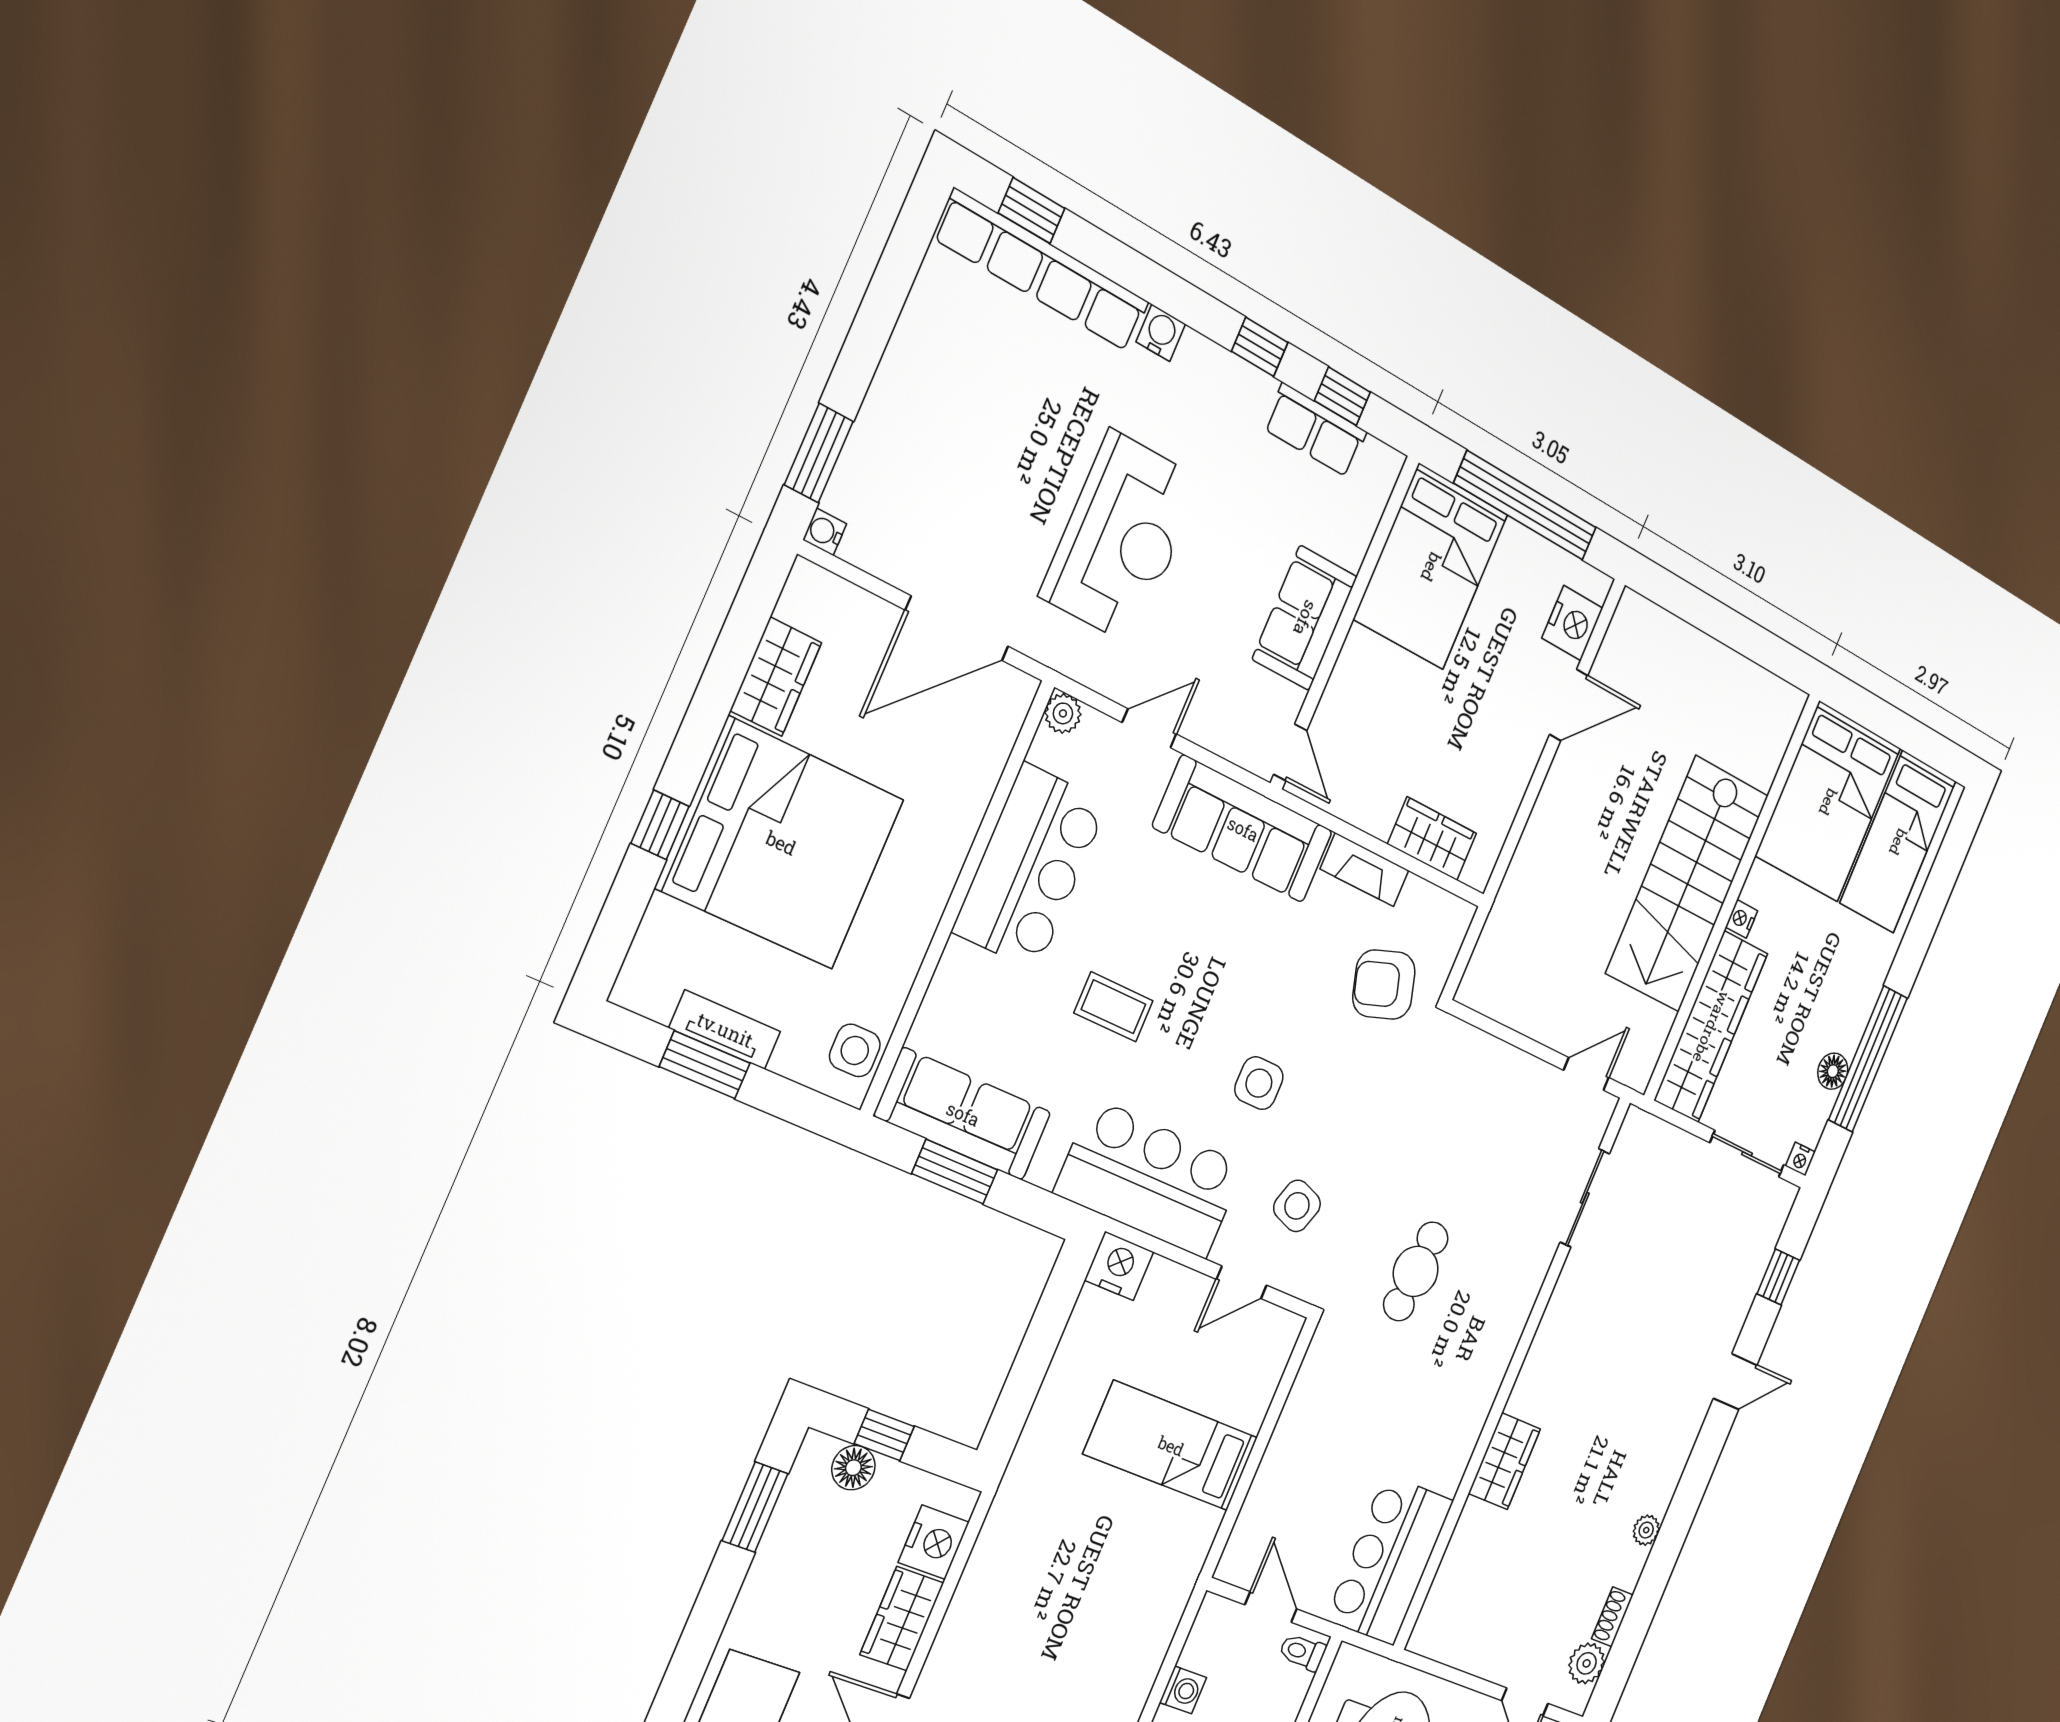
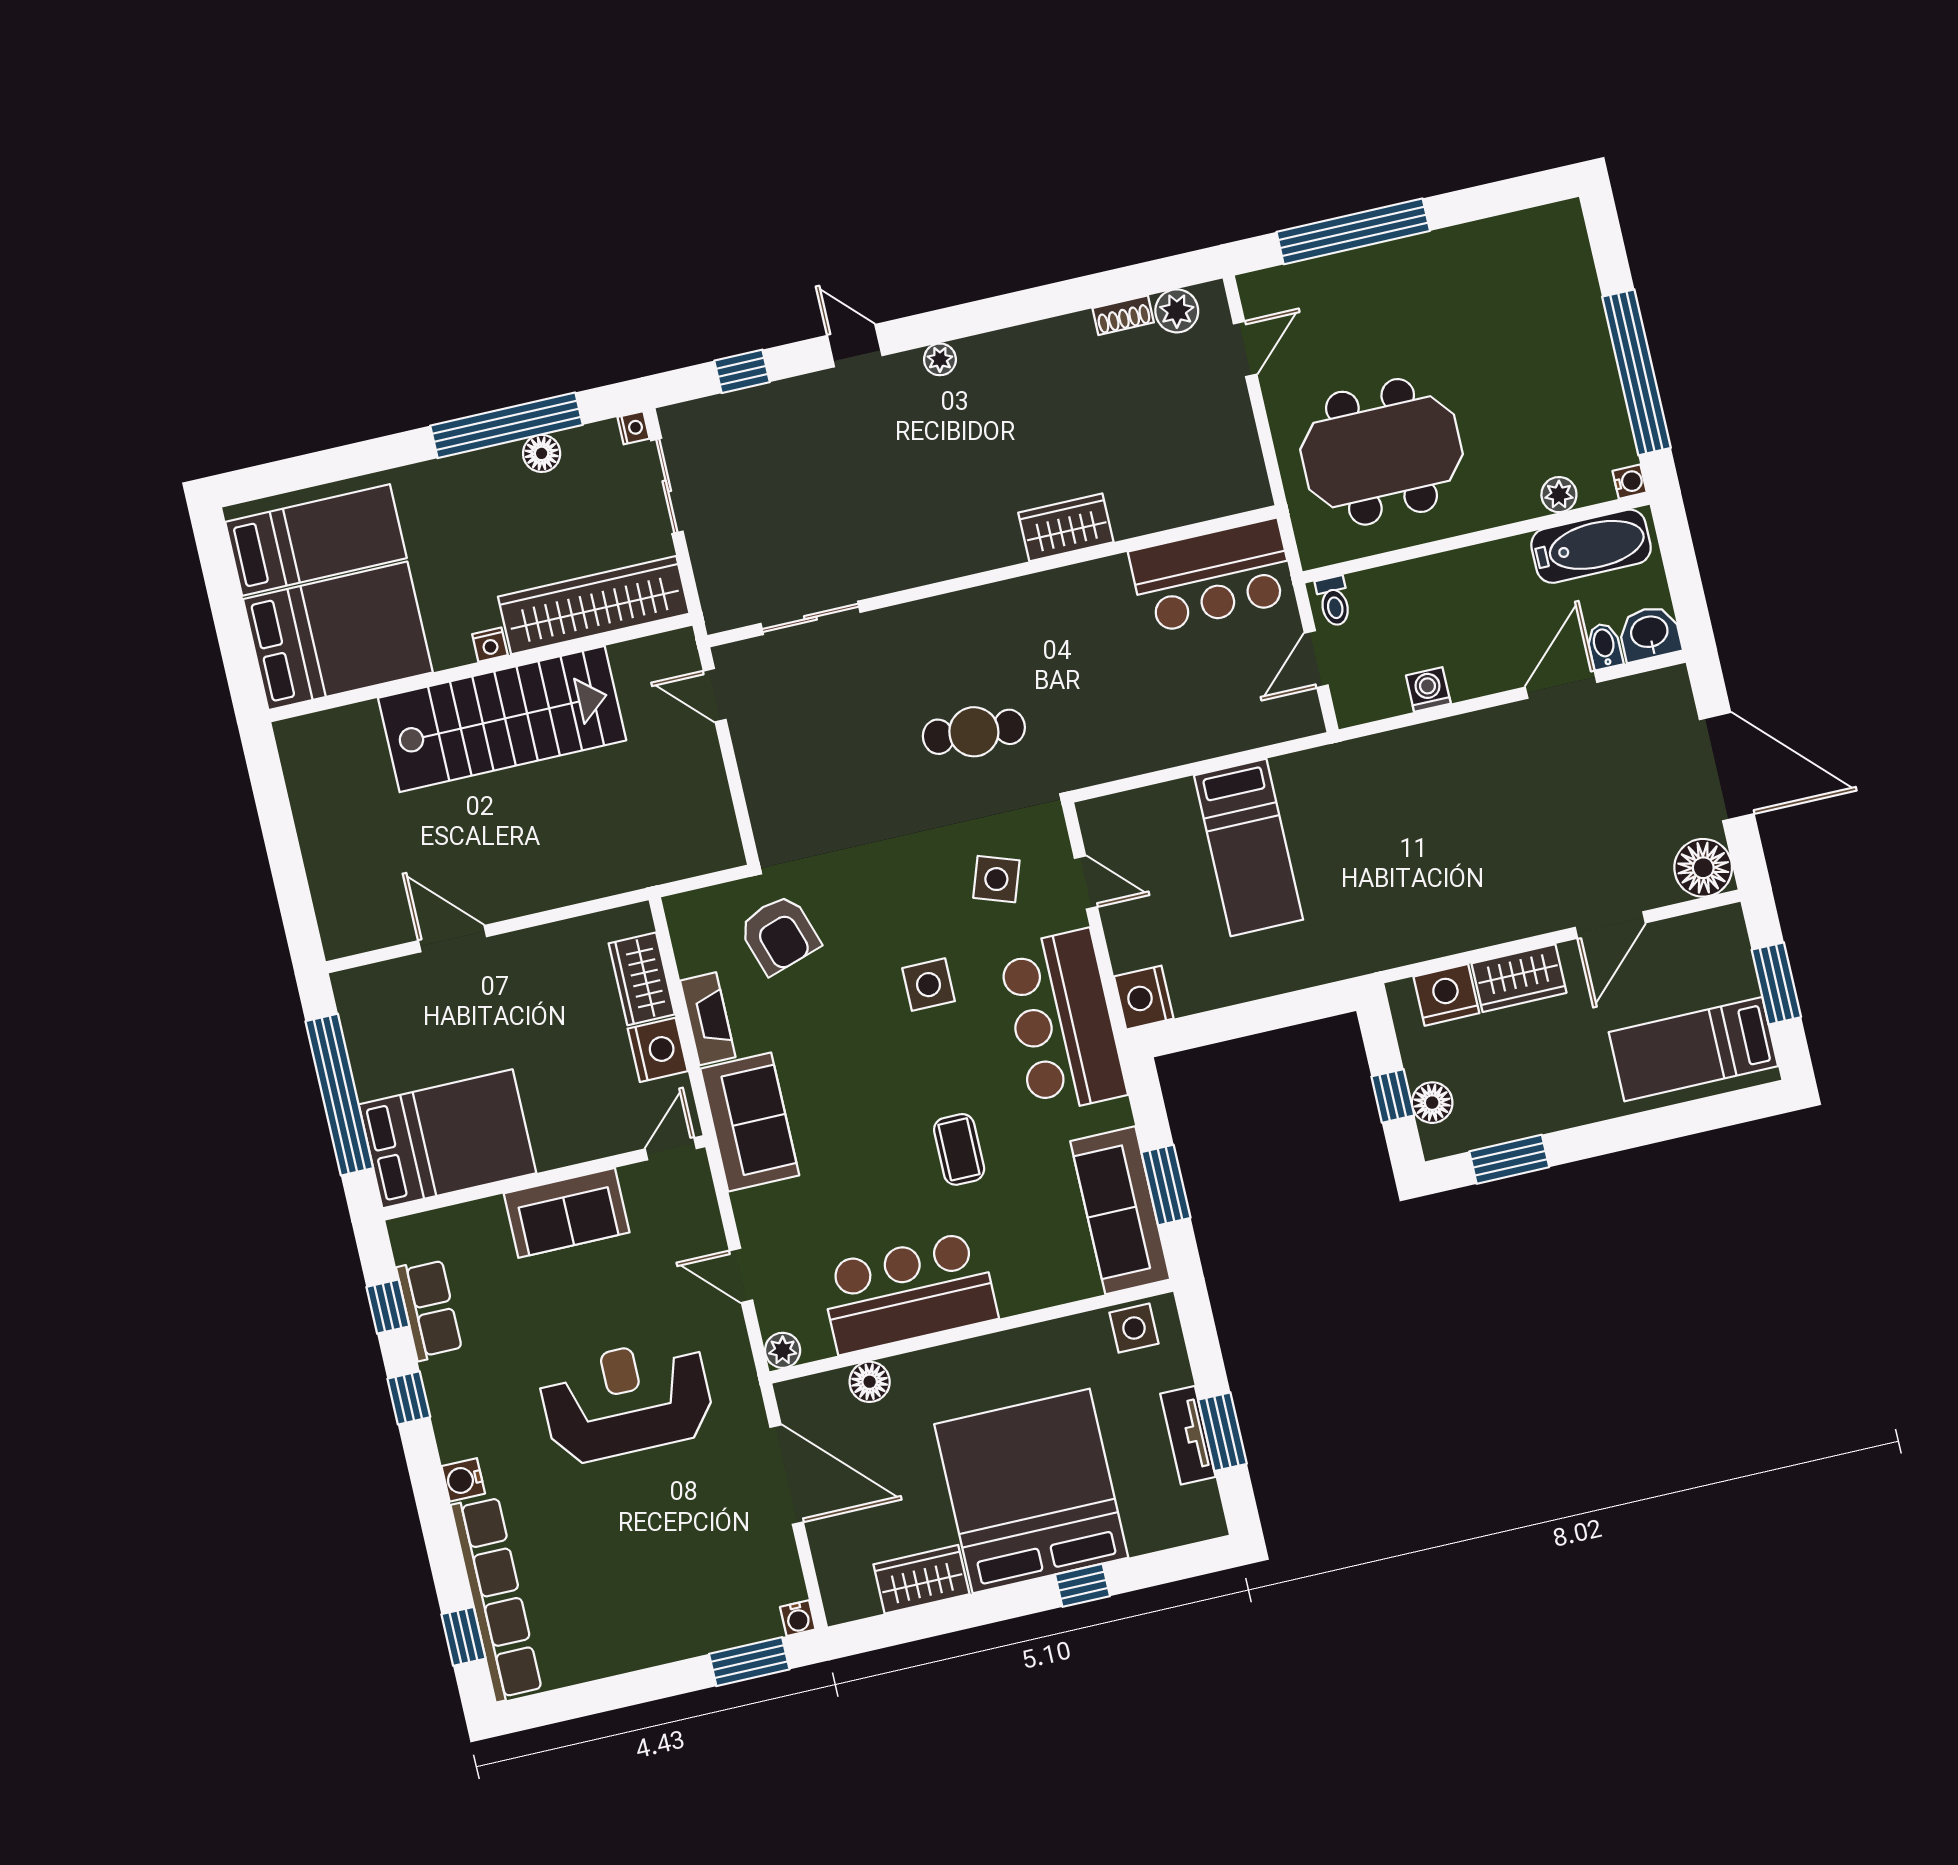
nightstand: (1572, 623) -> (658, 1050), moved, turned 90
floor lamp: (981, 770) -> (870, 1382), added
sofa: (1243, 829) -> (750, 1122), width x0.73
plant: (1646, 1530) -> (940, 359), moved

